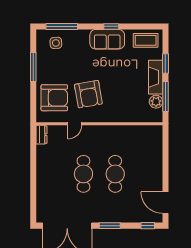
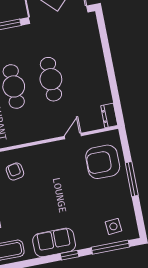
window: (111, 26) -> (69, 255), moved
window: (33, 67) -> (132, 179), moved
armchair: (88, 94) -> (15, 171), moved, width x0.53, depth x0.53

